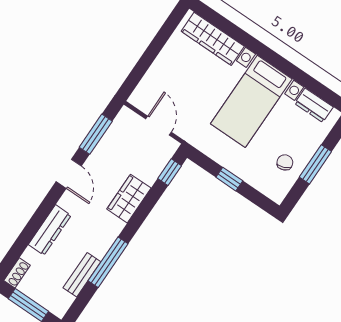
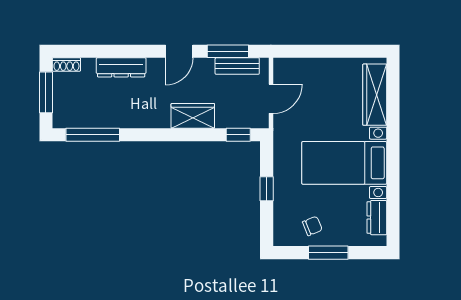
window: (108, 262) -> (93, 135), moved
bench: (82, 275) -> (237, 66), moved

